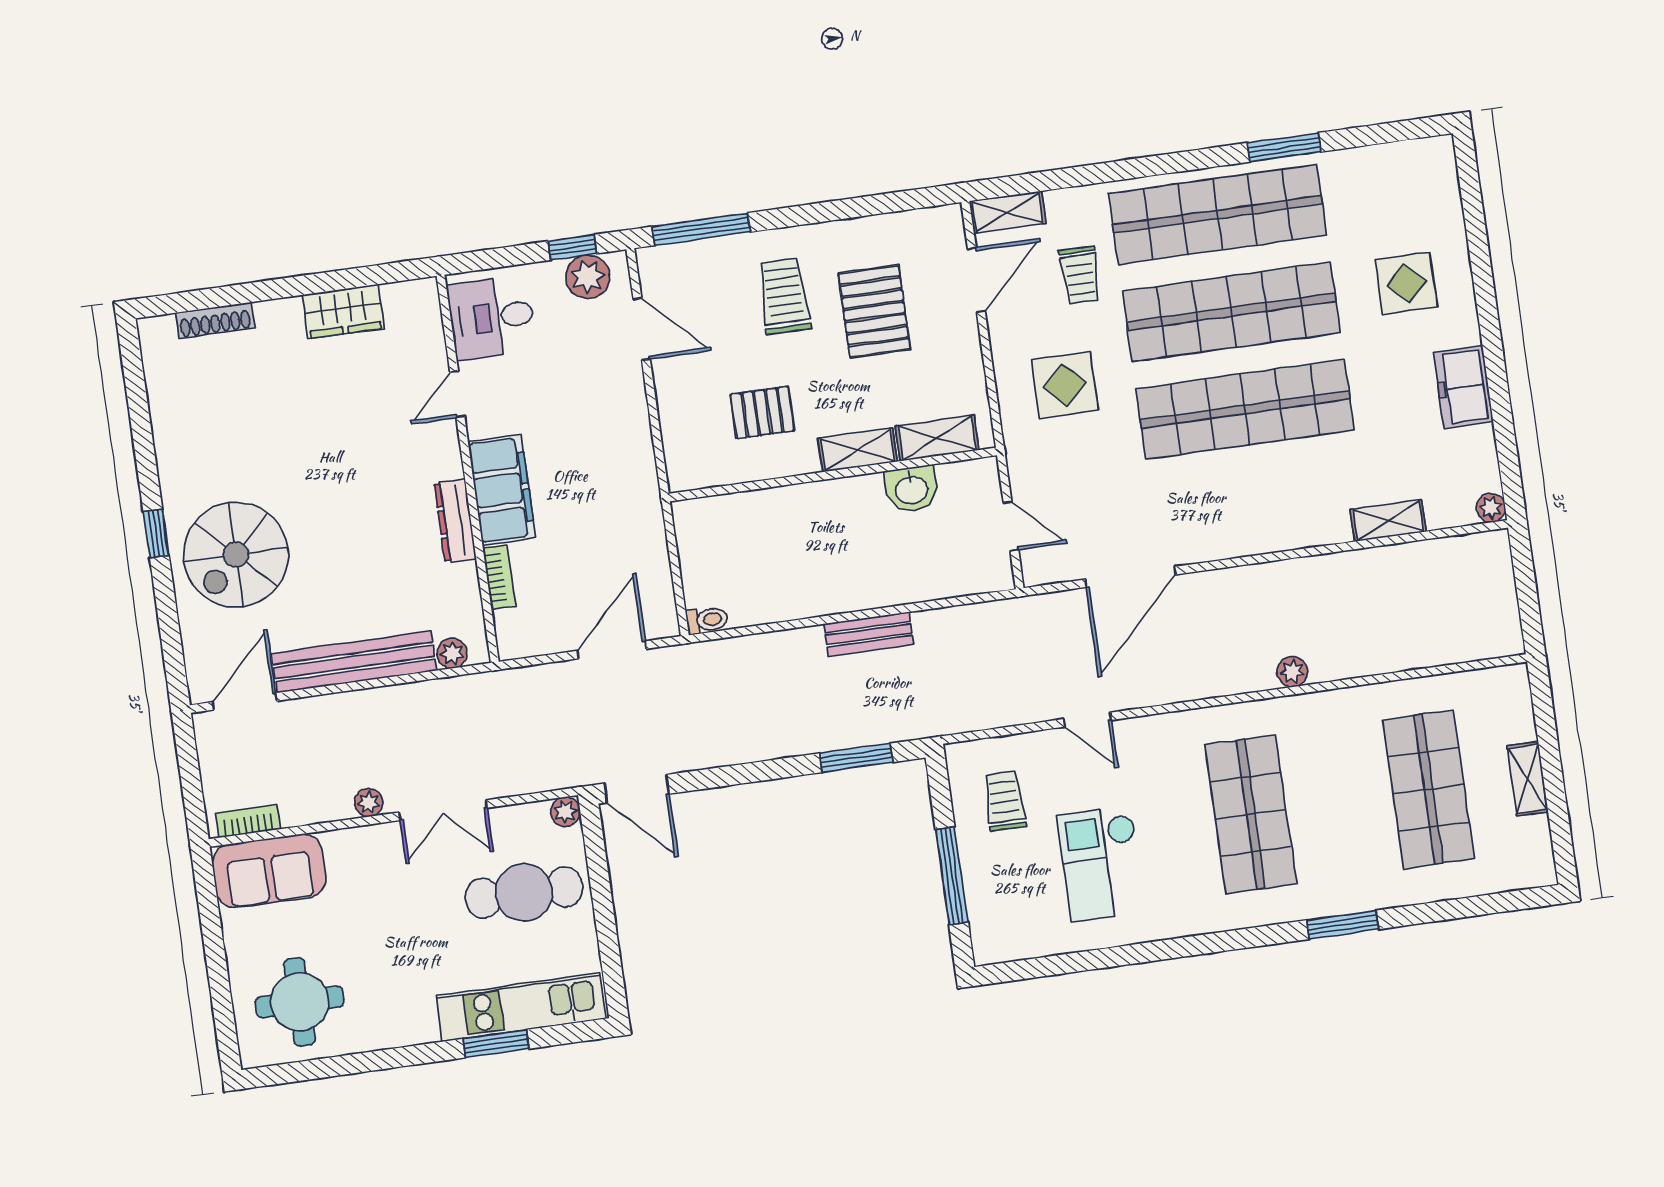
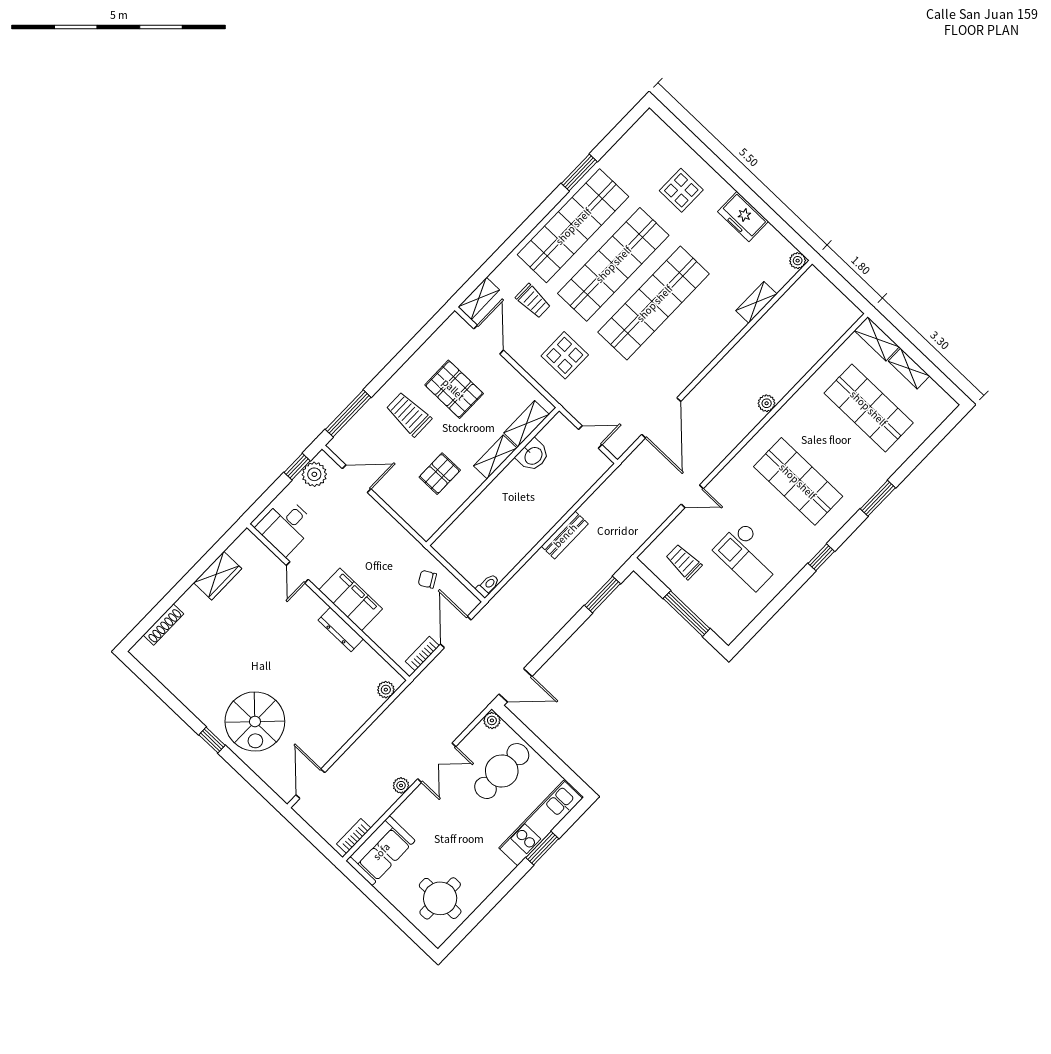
chair: (630, 546) -> (427, 579), added
bookcase: (499, 577) -> (422, 654), moved, turned -90
bench: (354, 662) -> (345, 728), removed
shelving: (1515, 702) -> (877, 339), added
window: (1200, 945) -> (821, 557), added

